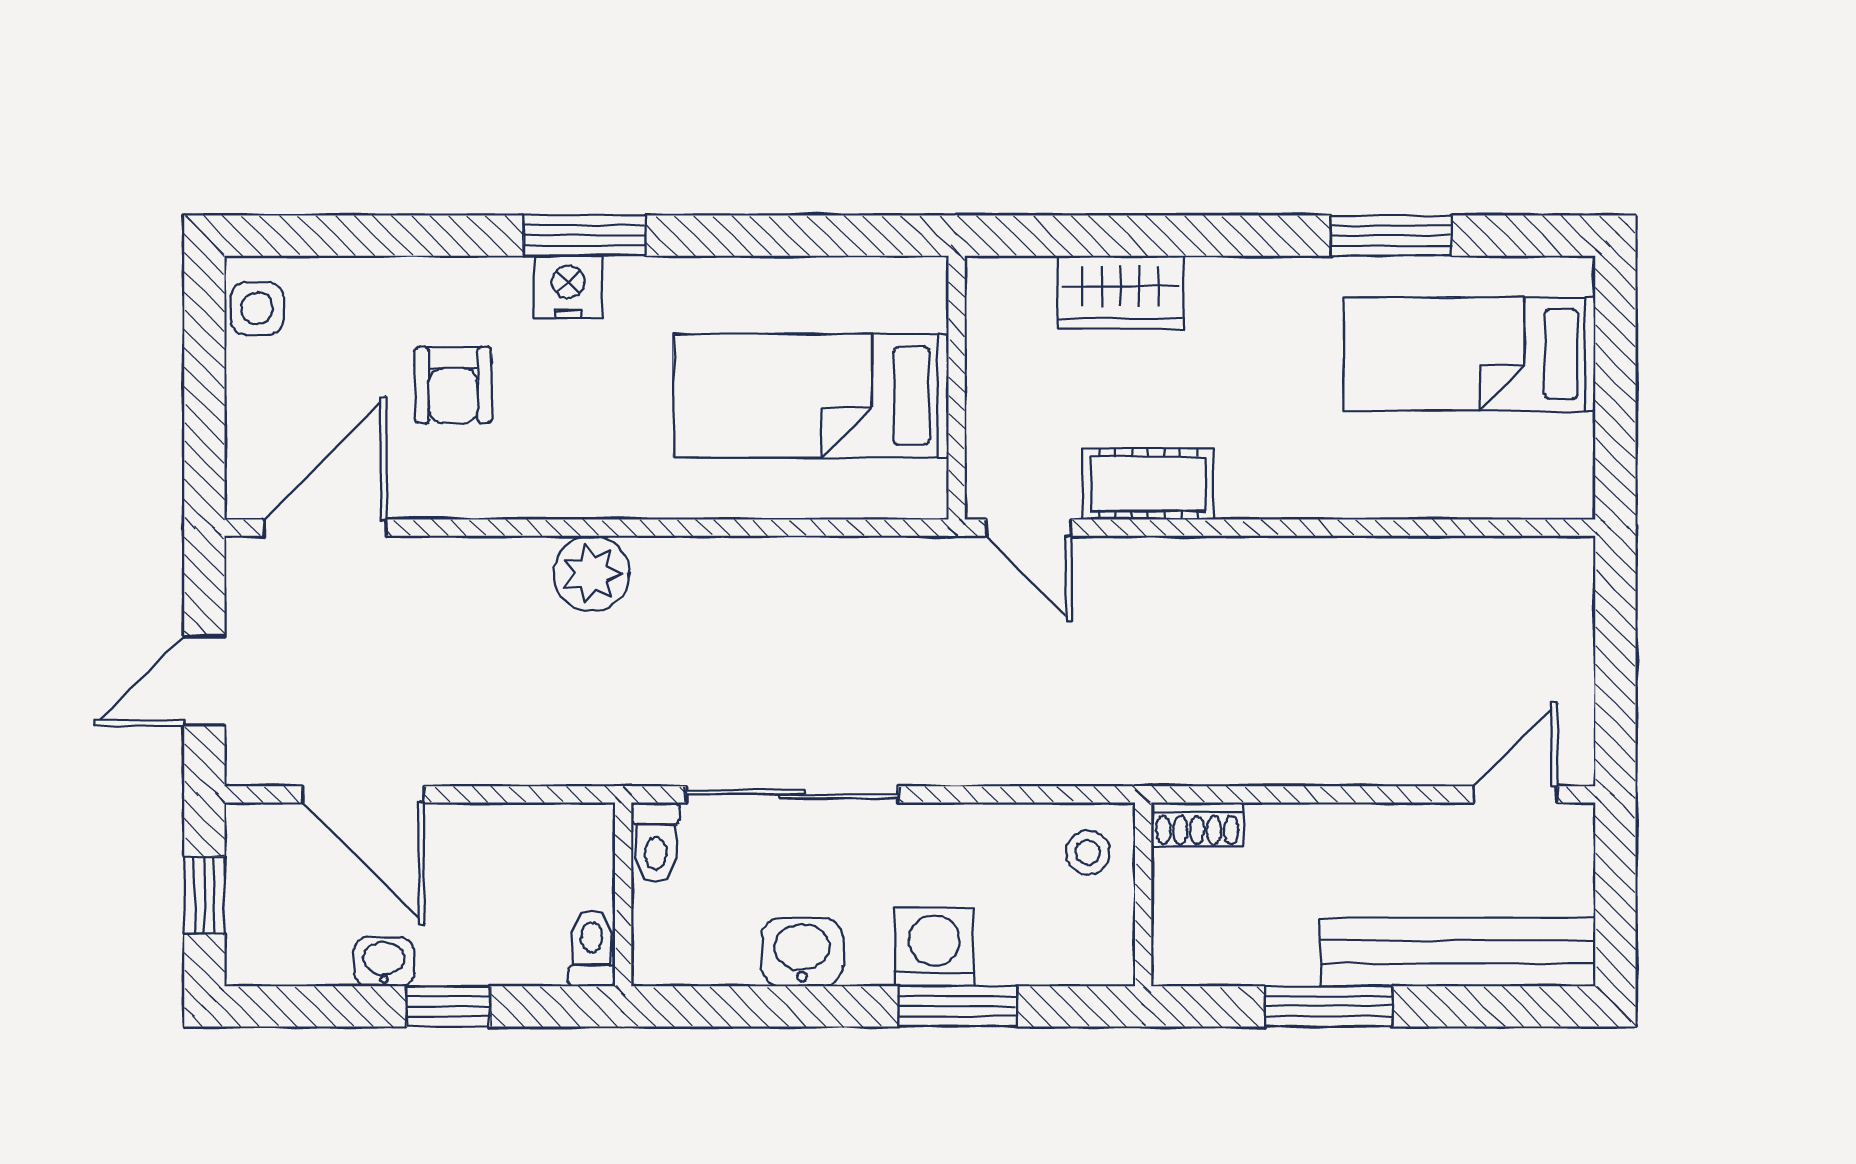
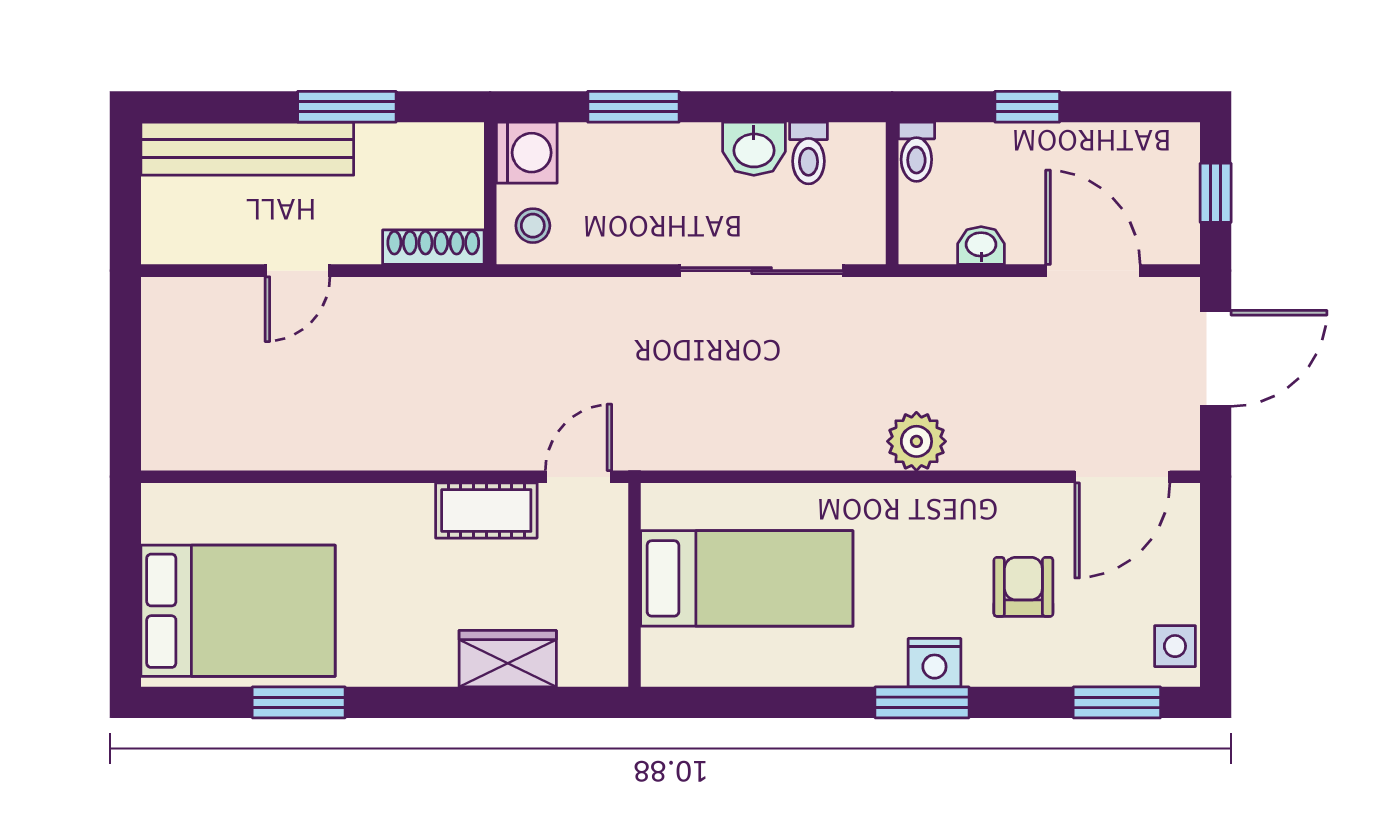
window: (332, 236) -> (1117, 702), added
bed: (1470, 354) -> (238, 611), width x1.50
door: (1029, 528) -> (579, 477), hinge flipped
door: (204, 681) -> (1216, 358), width x1.38
door: (1515, 794) -> (297, 271), moved
shoe rack: (1197, 825) -> (433, 247), width x1.43
toilet: (656, 842) -> (809, 153), moved, turned 180
washing machine: (934, 947) -> (527, 153), moved, turned -90
washbasin: (384, 962) -> (981, 246), moved, turned 180

